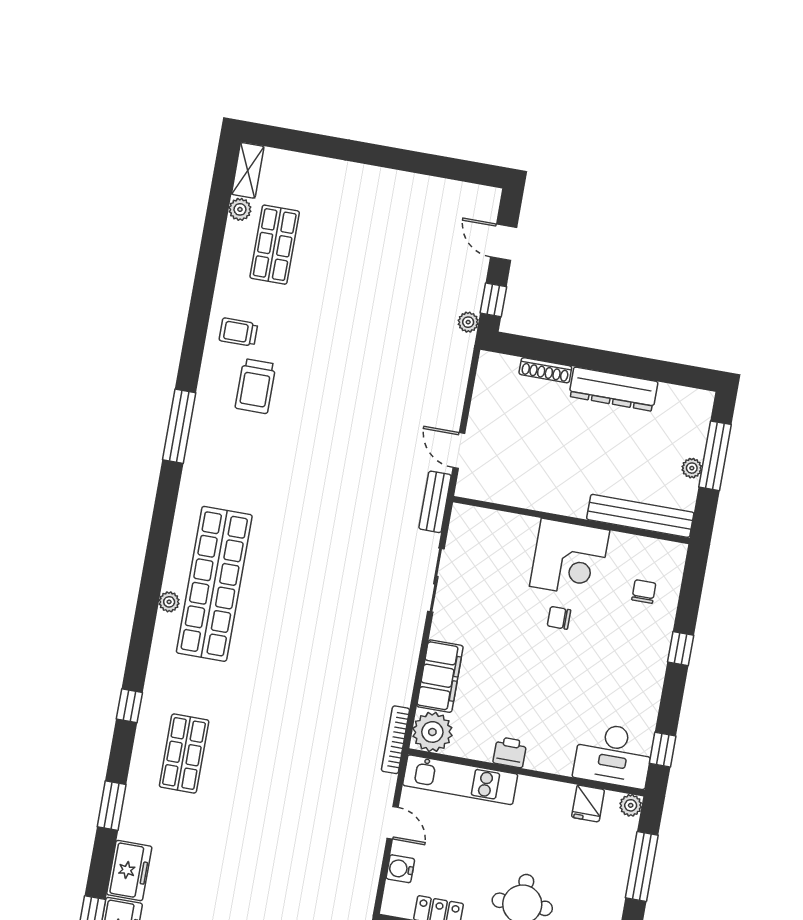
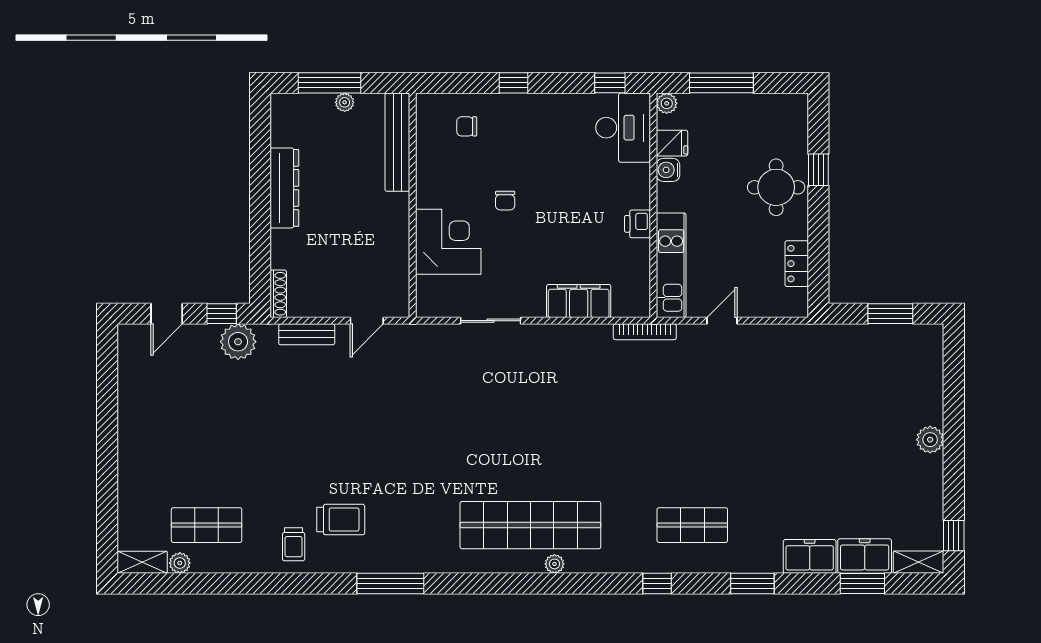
plant: (468, 322) -> (238, 342), width x1.87, depth x1.87
shoe rack: (545, 370) -> (278, 294), moved
bench: (435, 502) -> (307, 334), moved
corner desk: (570, 558) -> (448, 242), moved
plant: (432, 732) -> (632, 299), removed
water cooler: (400, 869) -> (668, 170), moved, turned 90

